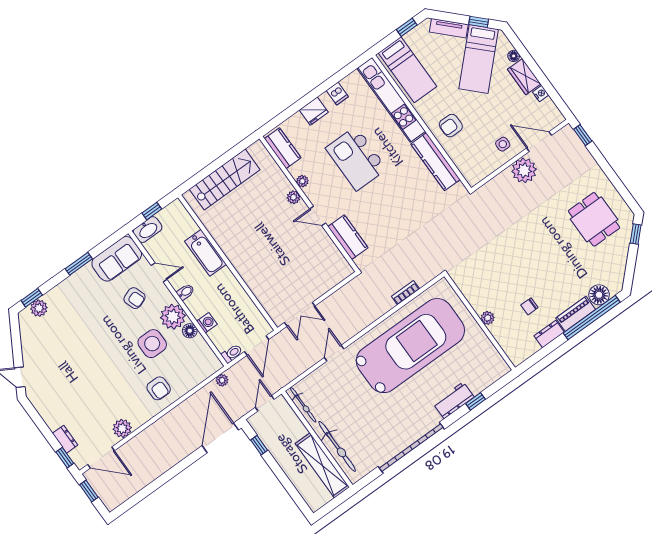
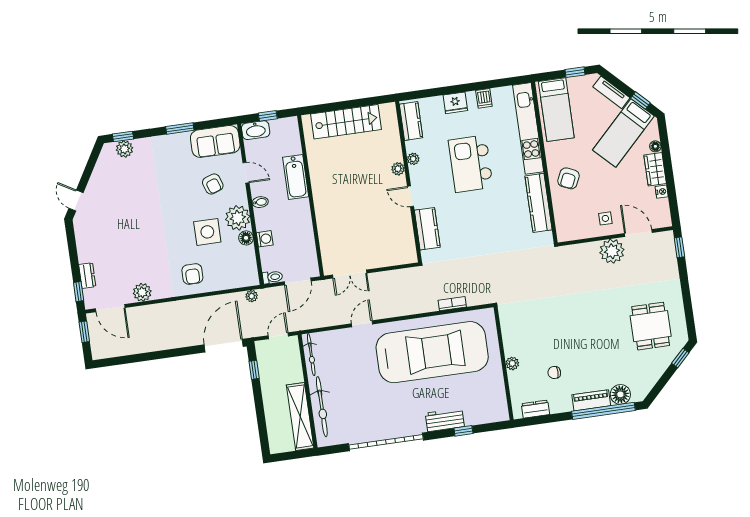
armchair: (451, 126) -> (568, 178), turned -66
dresser: (549, 334) -> (535, 409), moved

